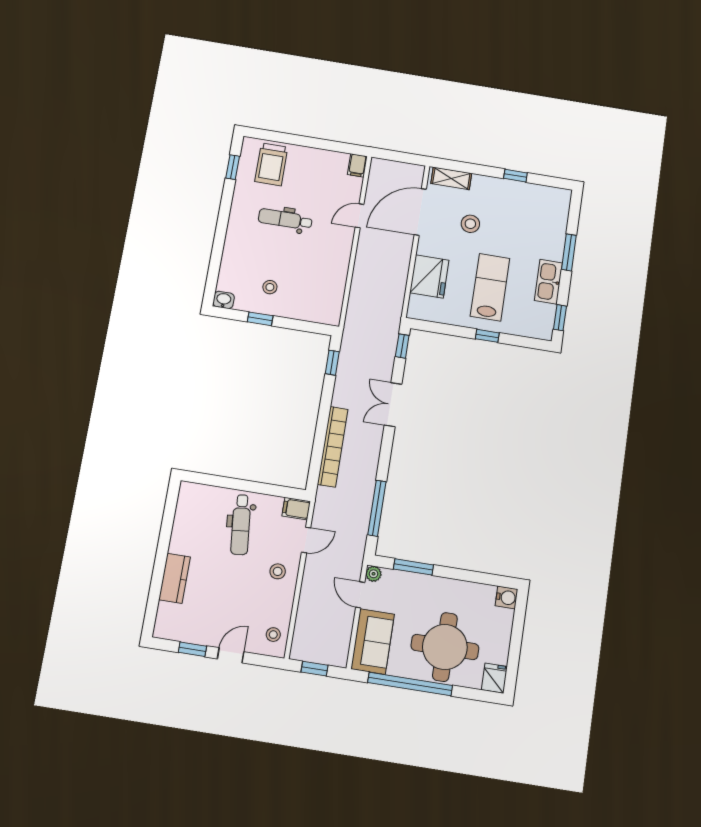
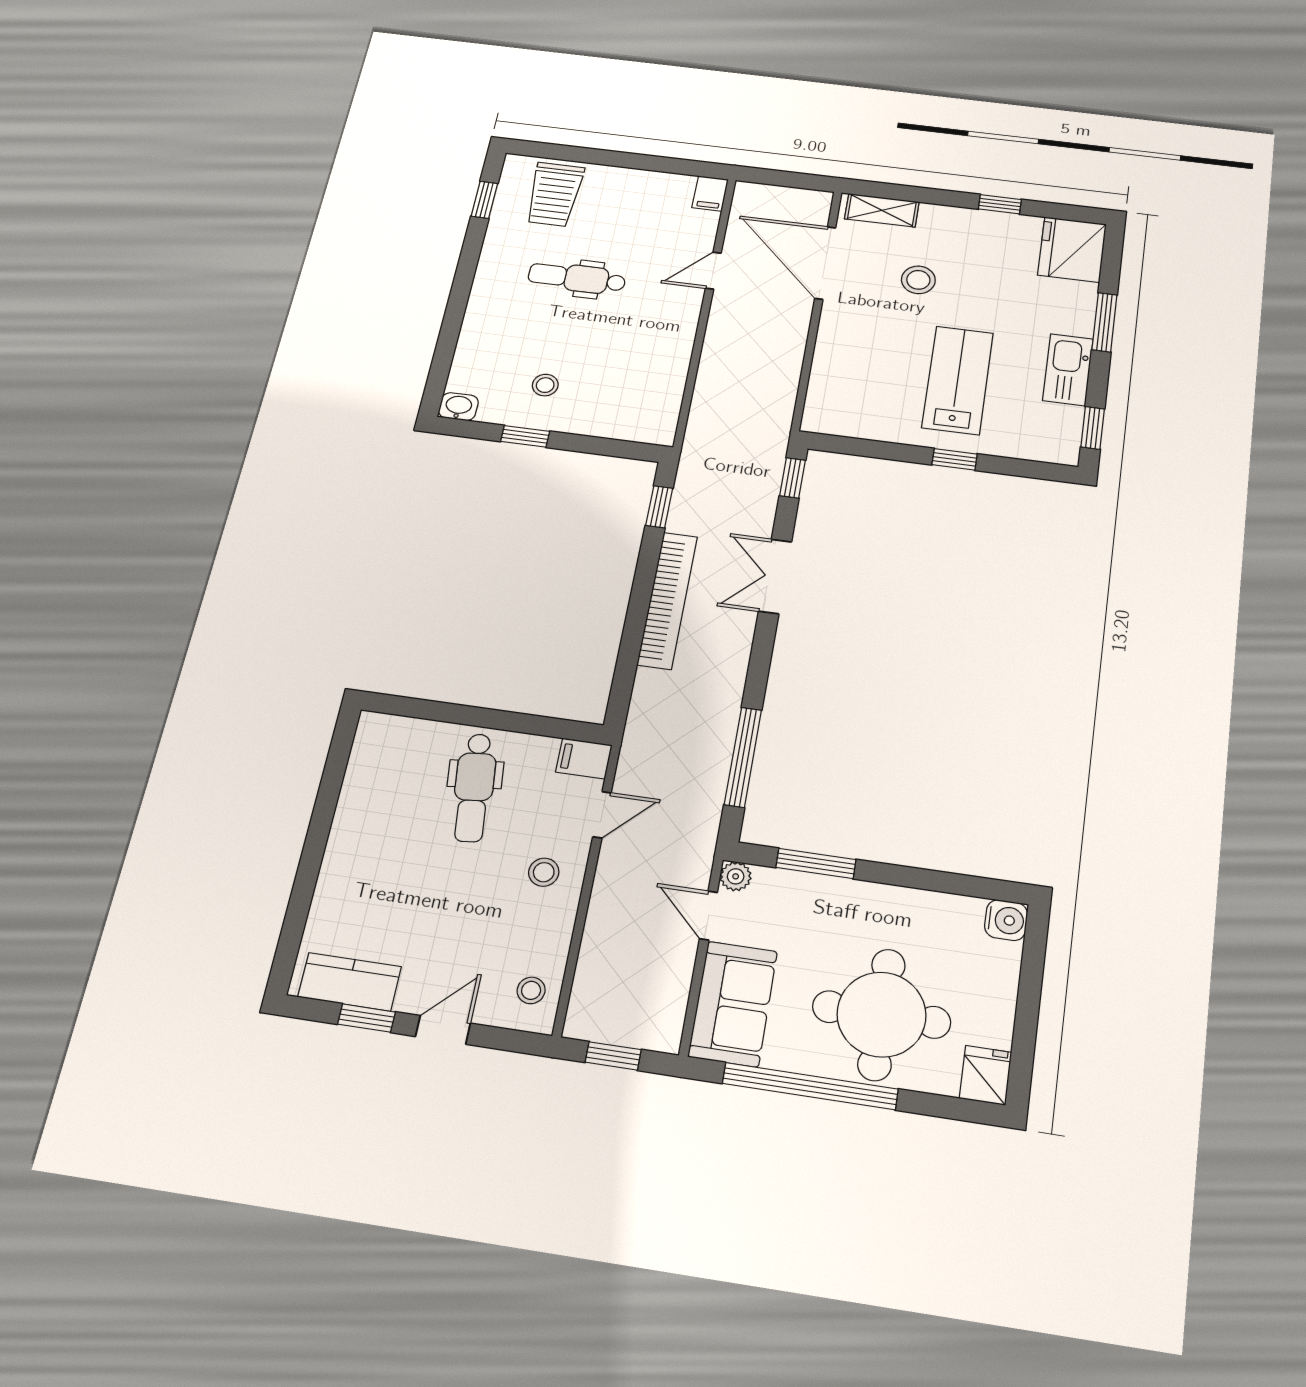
door: (420, 212) -> (825, 263), hinge flipped
fridge: (429, 276) -> (1072, 250), moved, turned 180
bookcase: (333, 447) -> (667, 600), moved
kitchen counter: (175, 578) -> (350, 982), moved, turned -90

